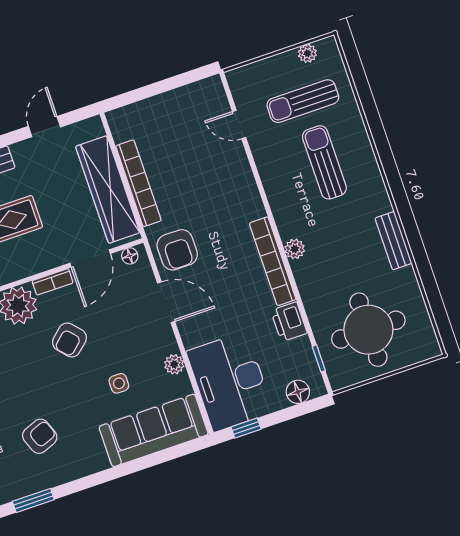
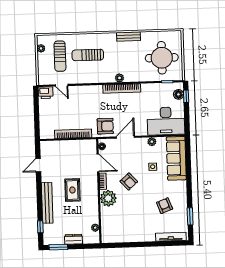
door: (239, 124) -> (62, 85), hinge flipped
door: (44, 127) -> (38, 165), hinge flipped
wardrobe: (108, 190) -> (72, 147), removed
printer: (289, 322) -> (46, 93), moved
window: (246, 428) -> (186, 96), moved

